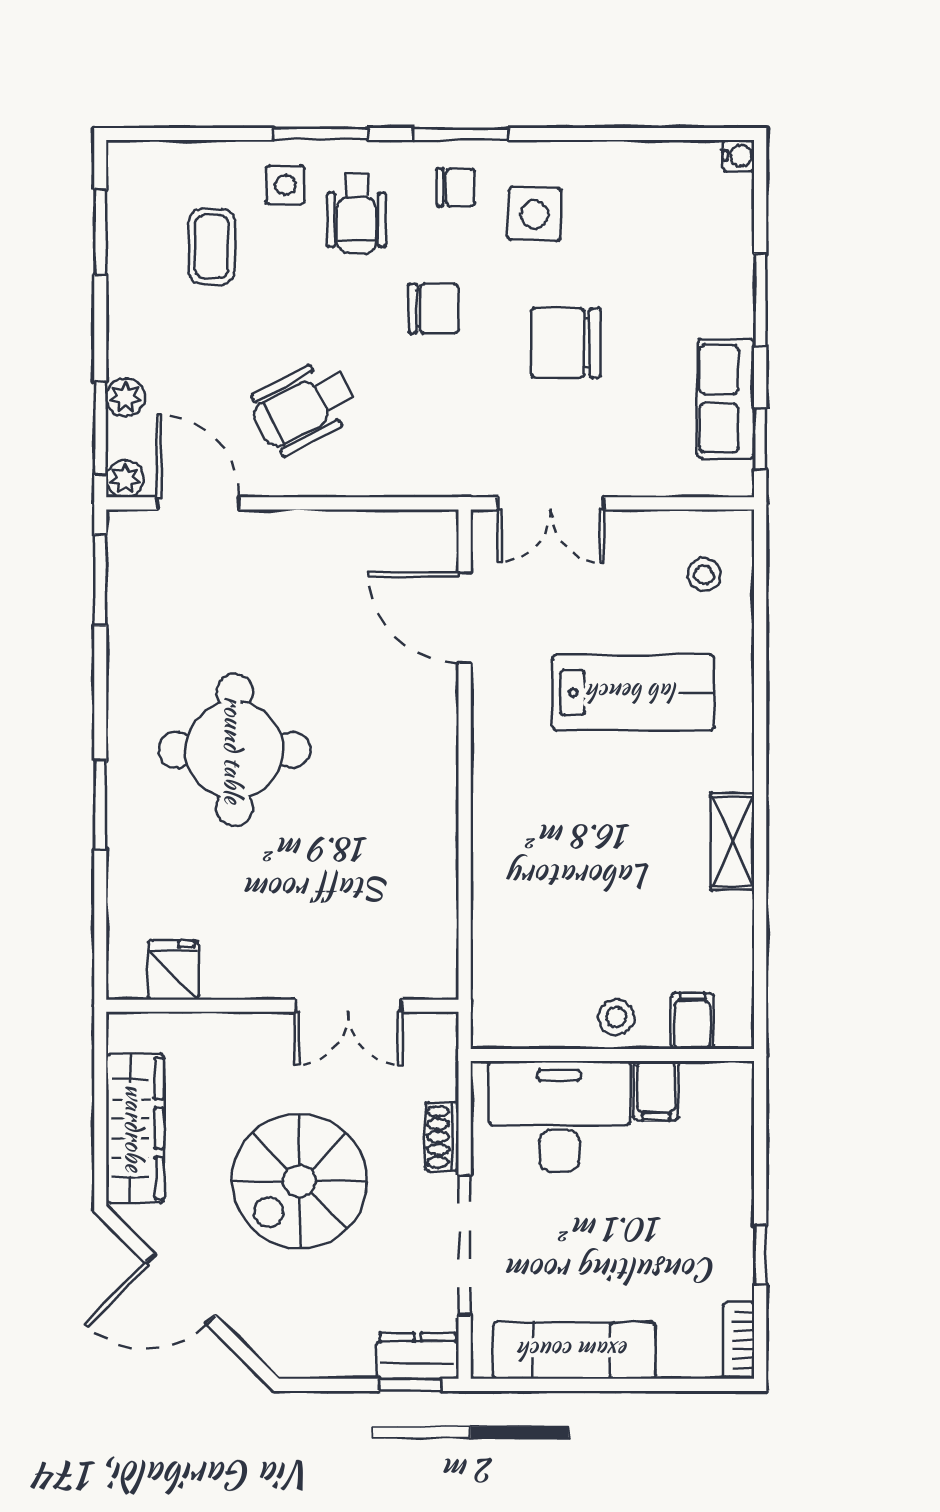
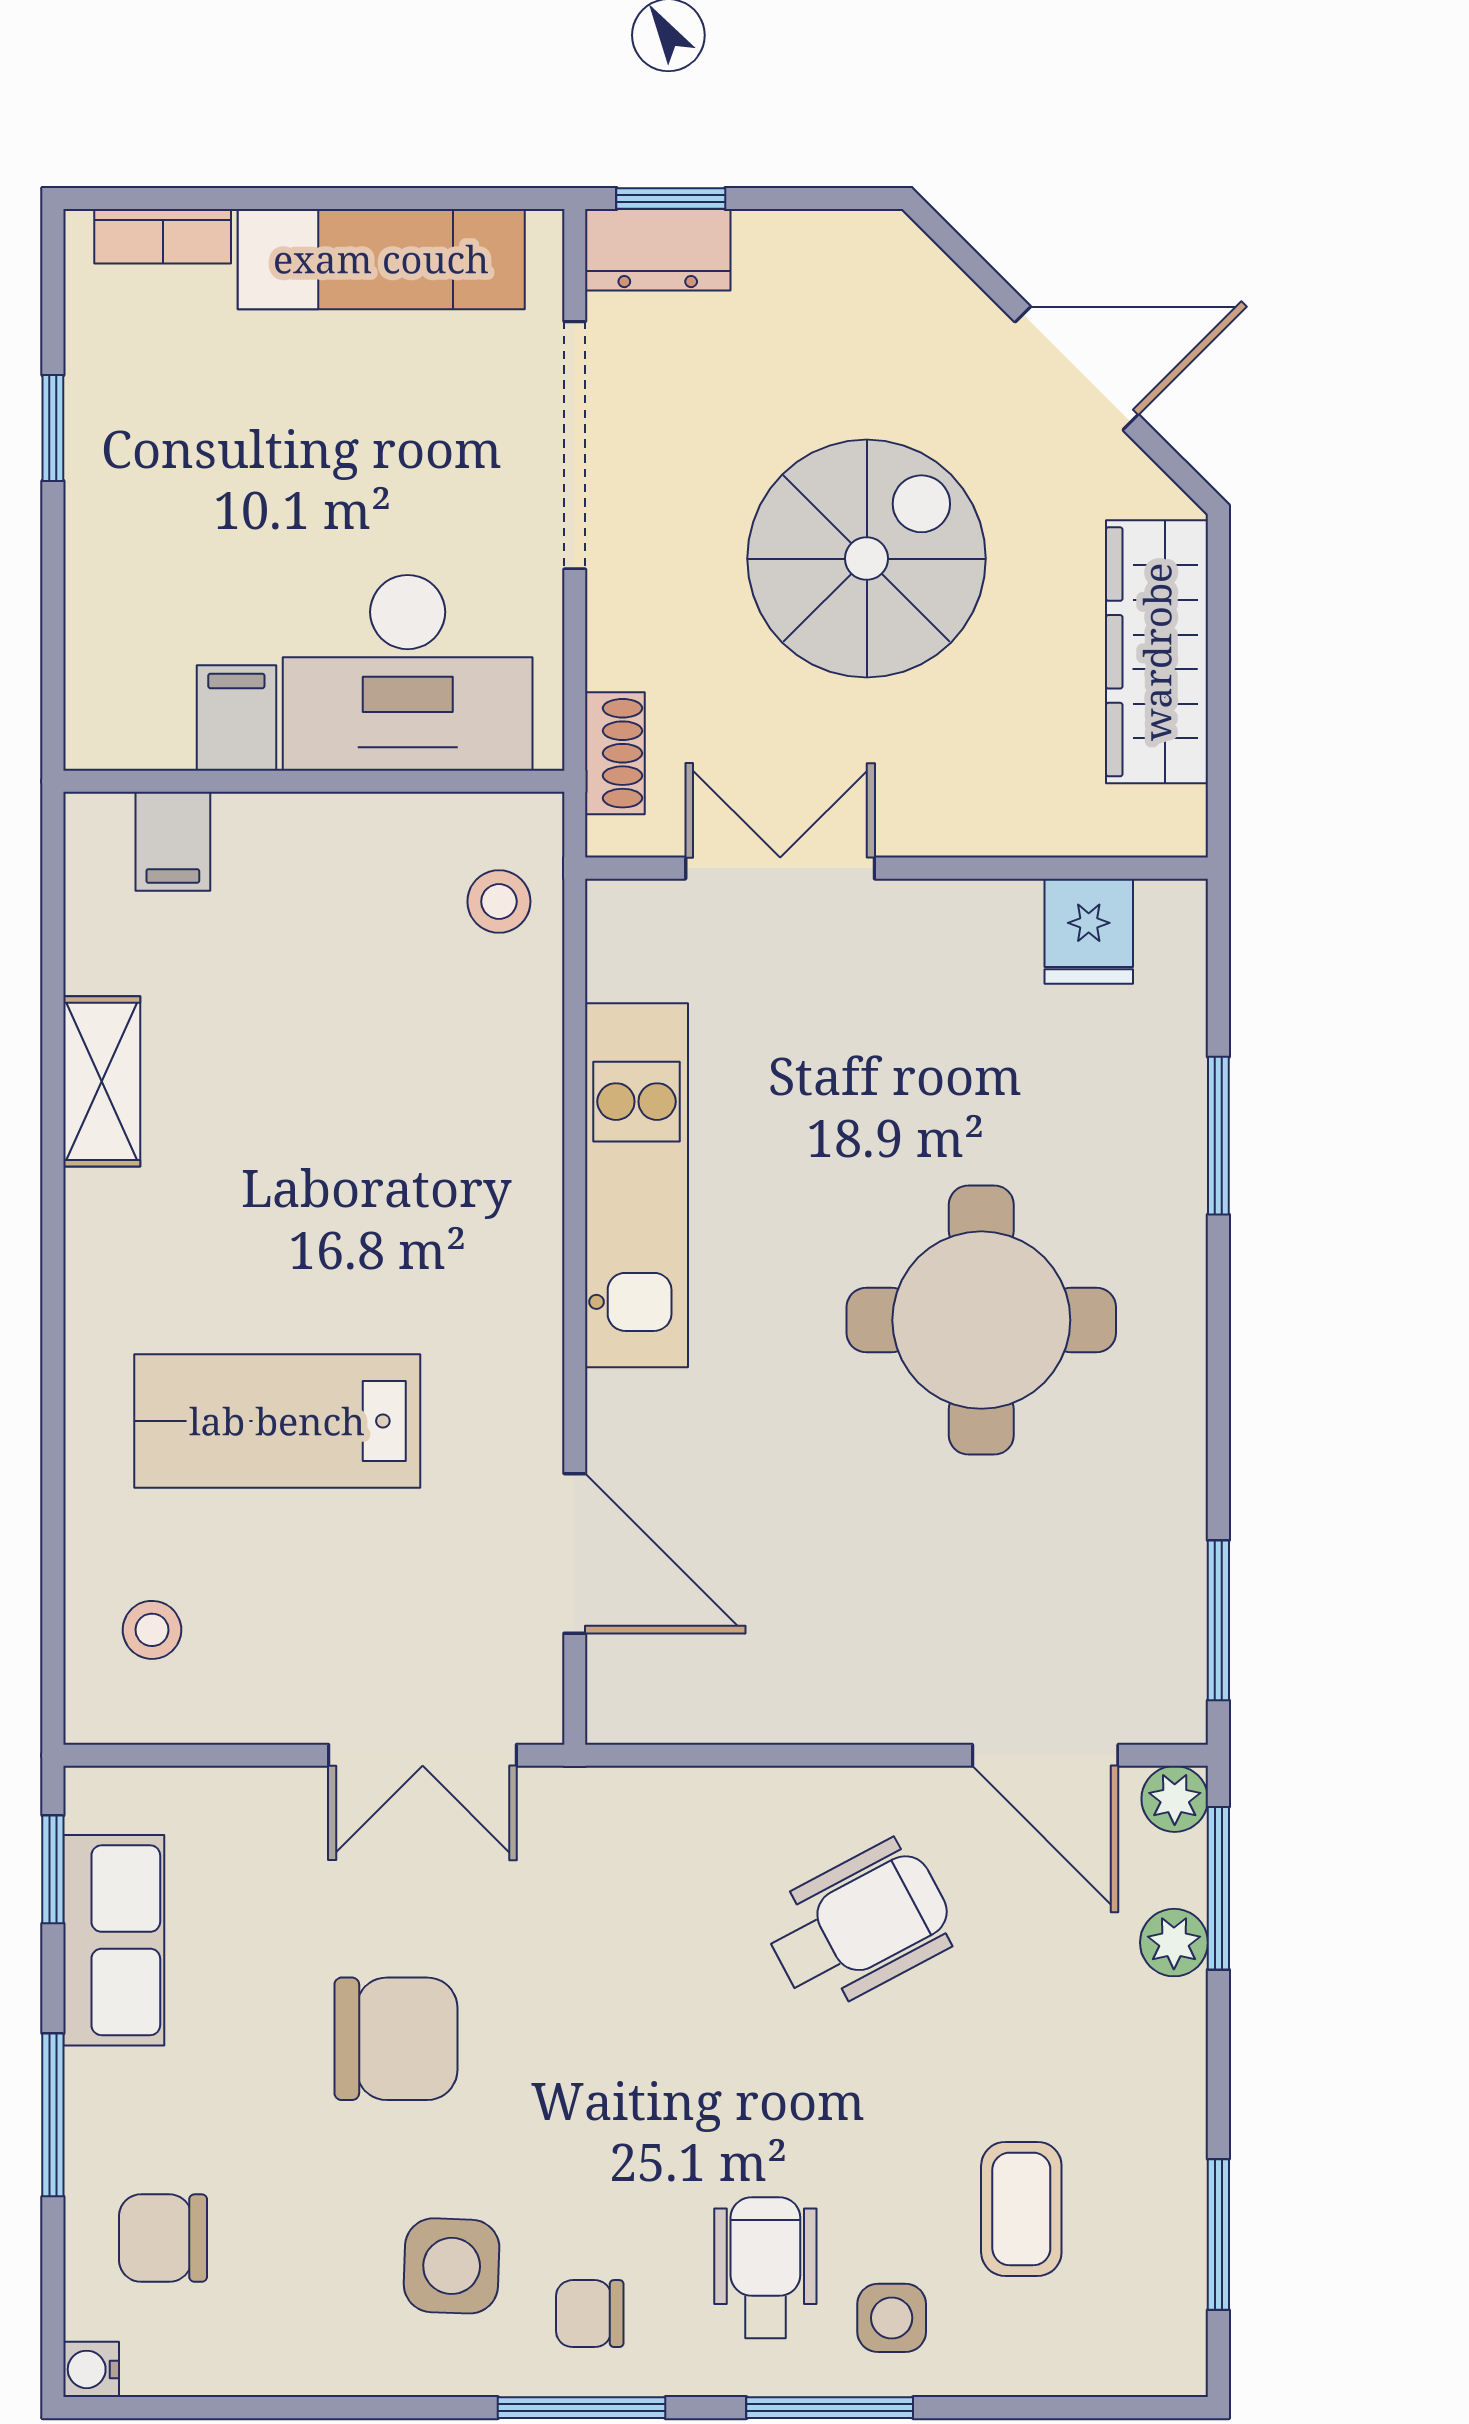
chair: (433, 308) -> (163, 2238), moved
double door: (551, 503) -> (423, 1755), swing flipped
window: (100, 805) -> (1218, 1136), moved
kitchen unit: (430, 826) -> (636, 1185), added
shelving: (732, 842) -> (102, 1081), moved
stool: (616, 1017) -> (499, 902), moved
shoe rack: (442, 1137) -> (615, 753), moved
bookcase: (739, 1340) -> (163, 236), moved, turned 90

